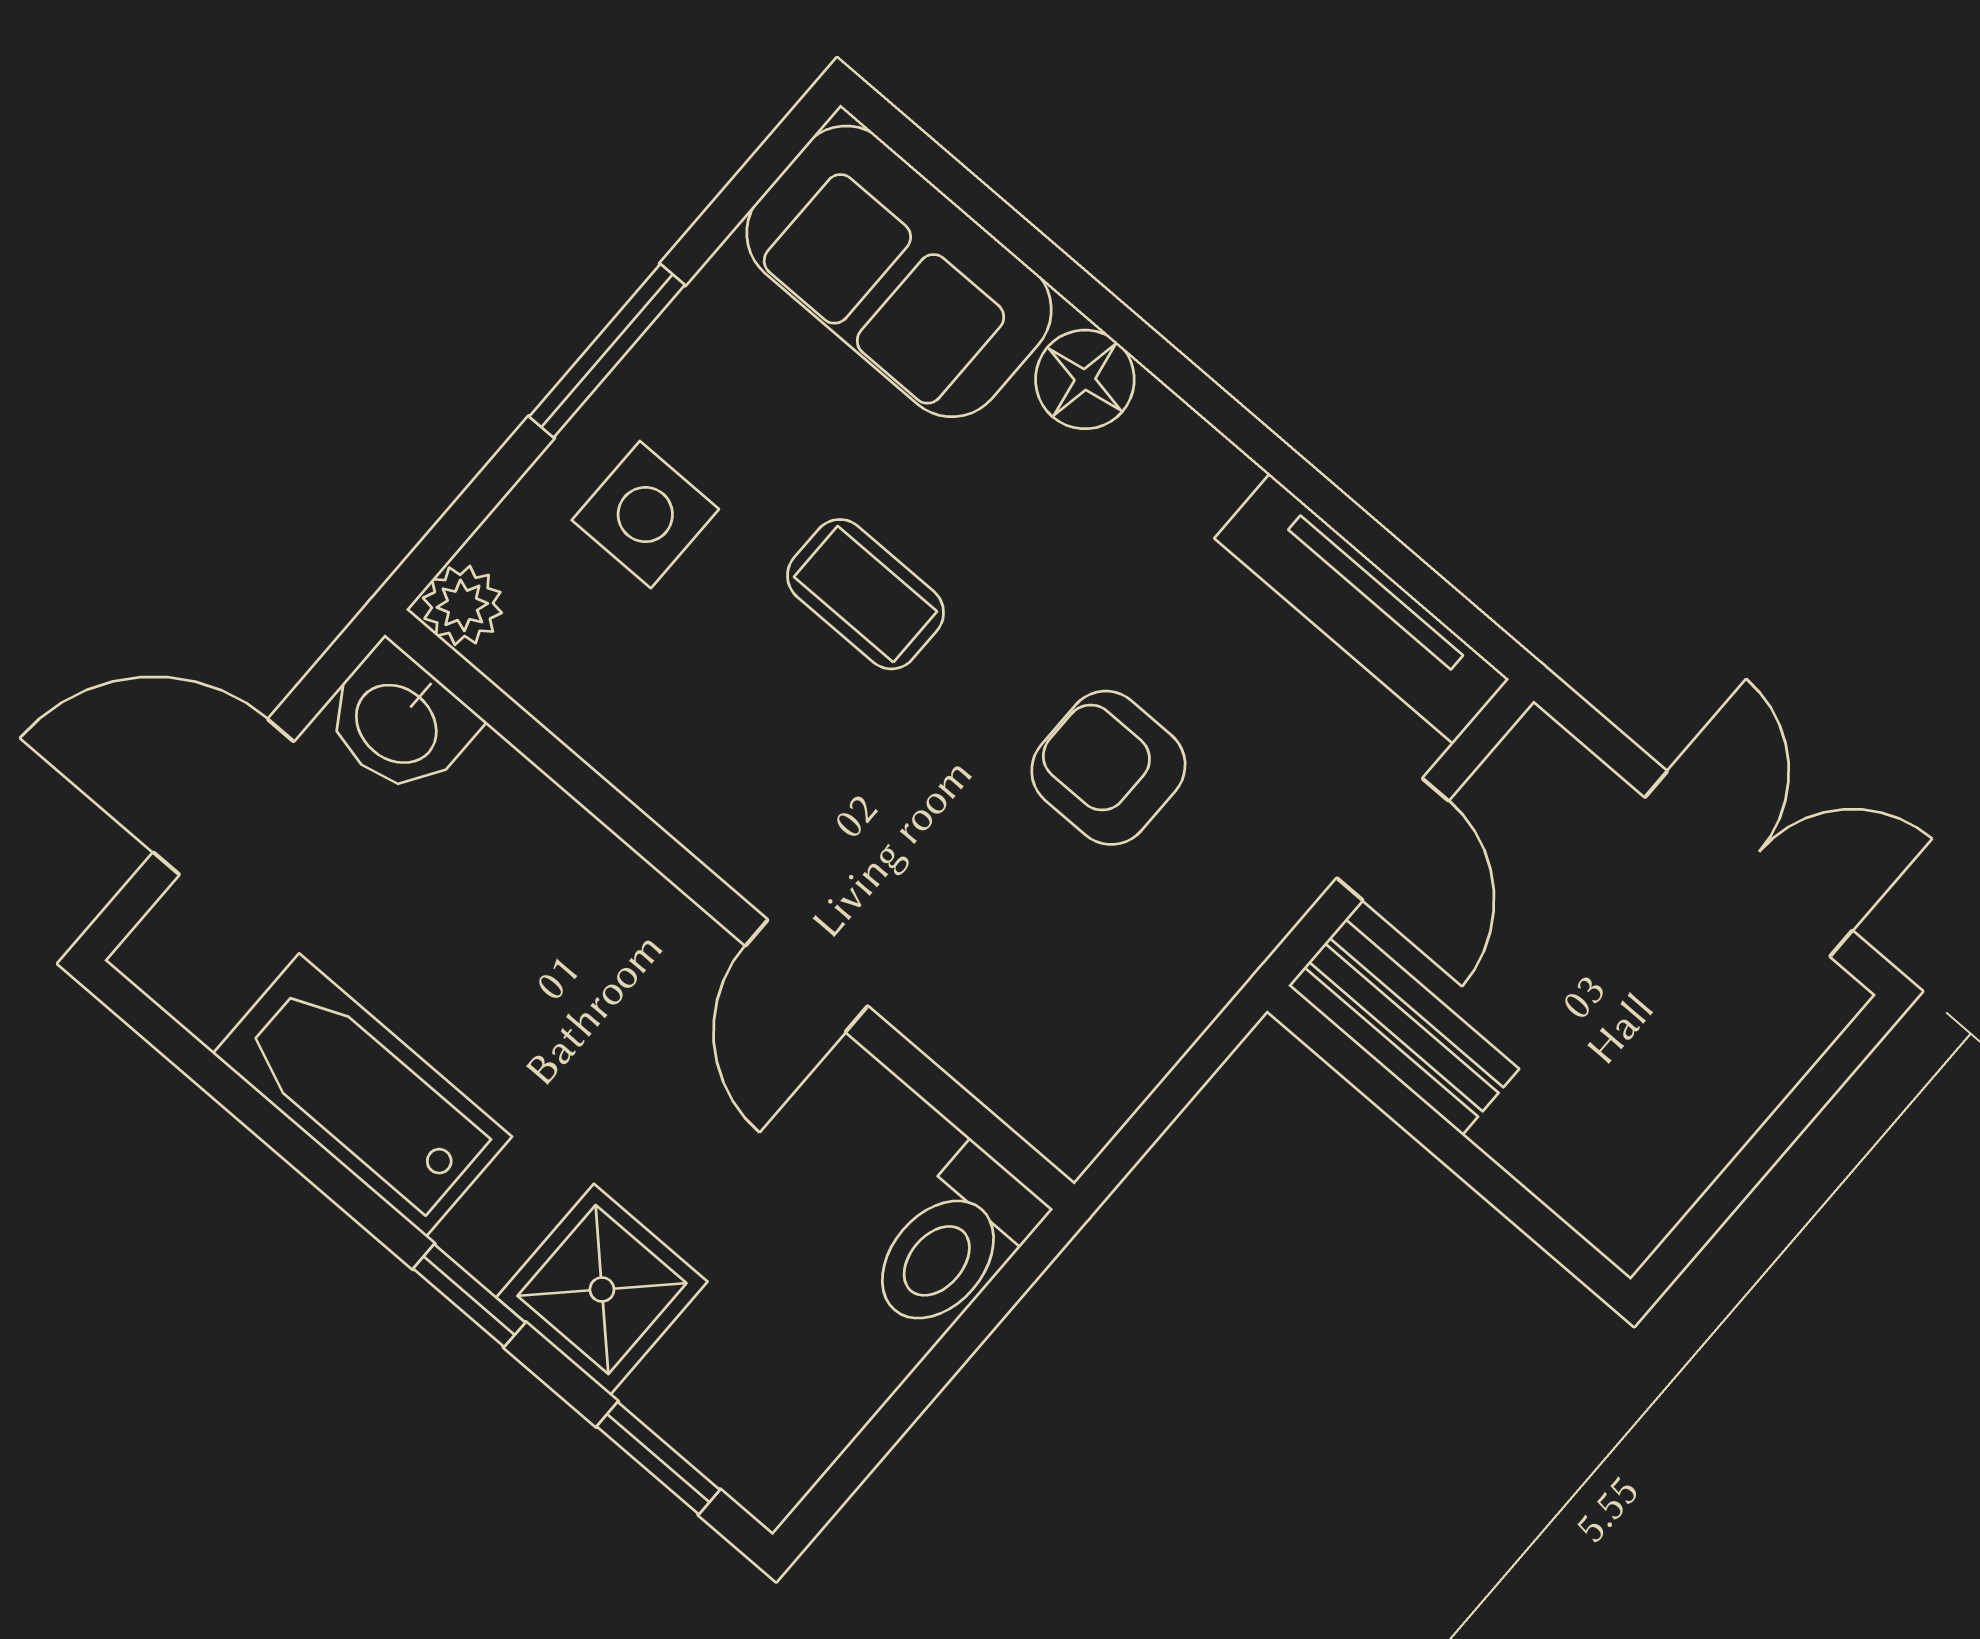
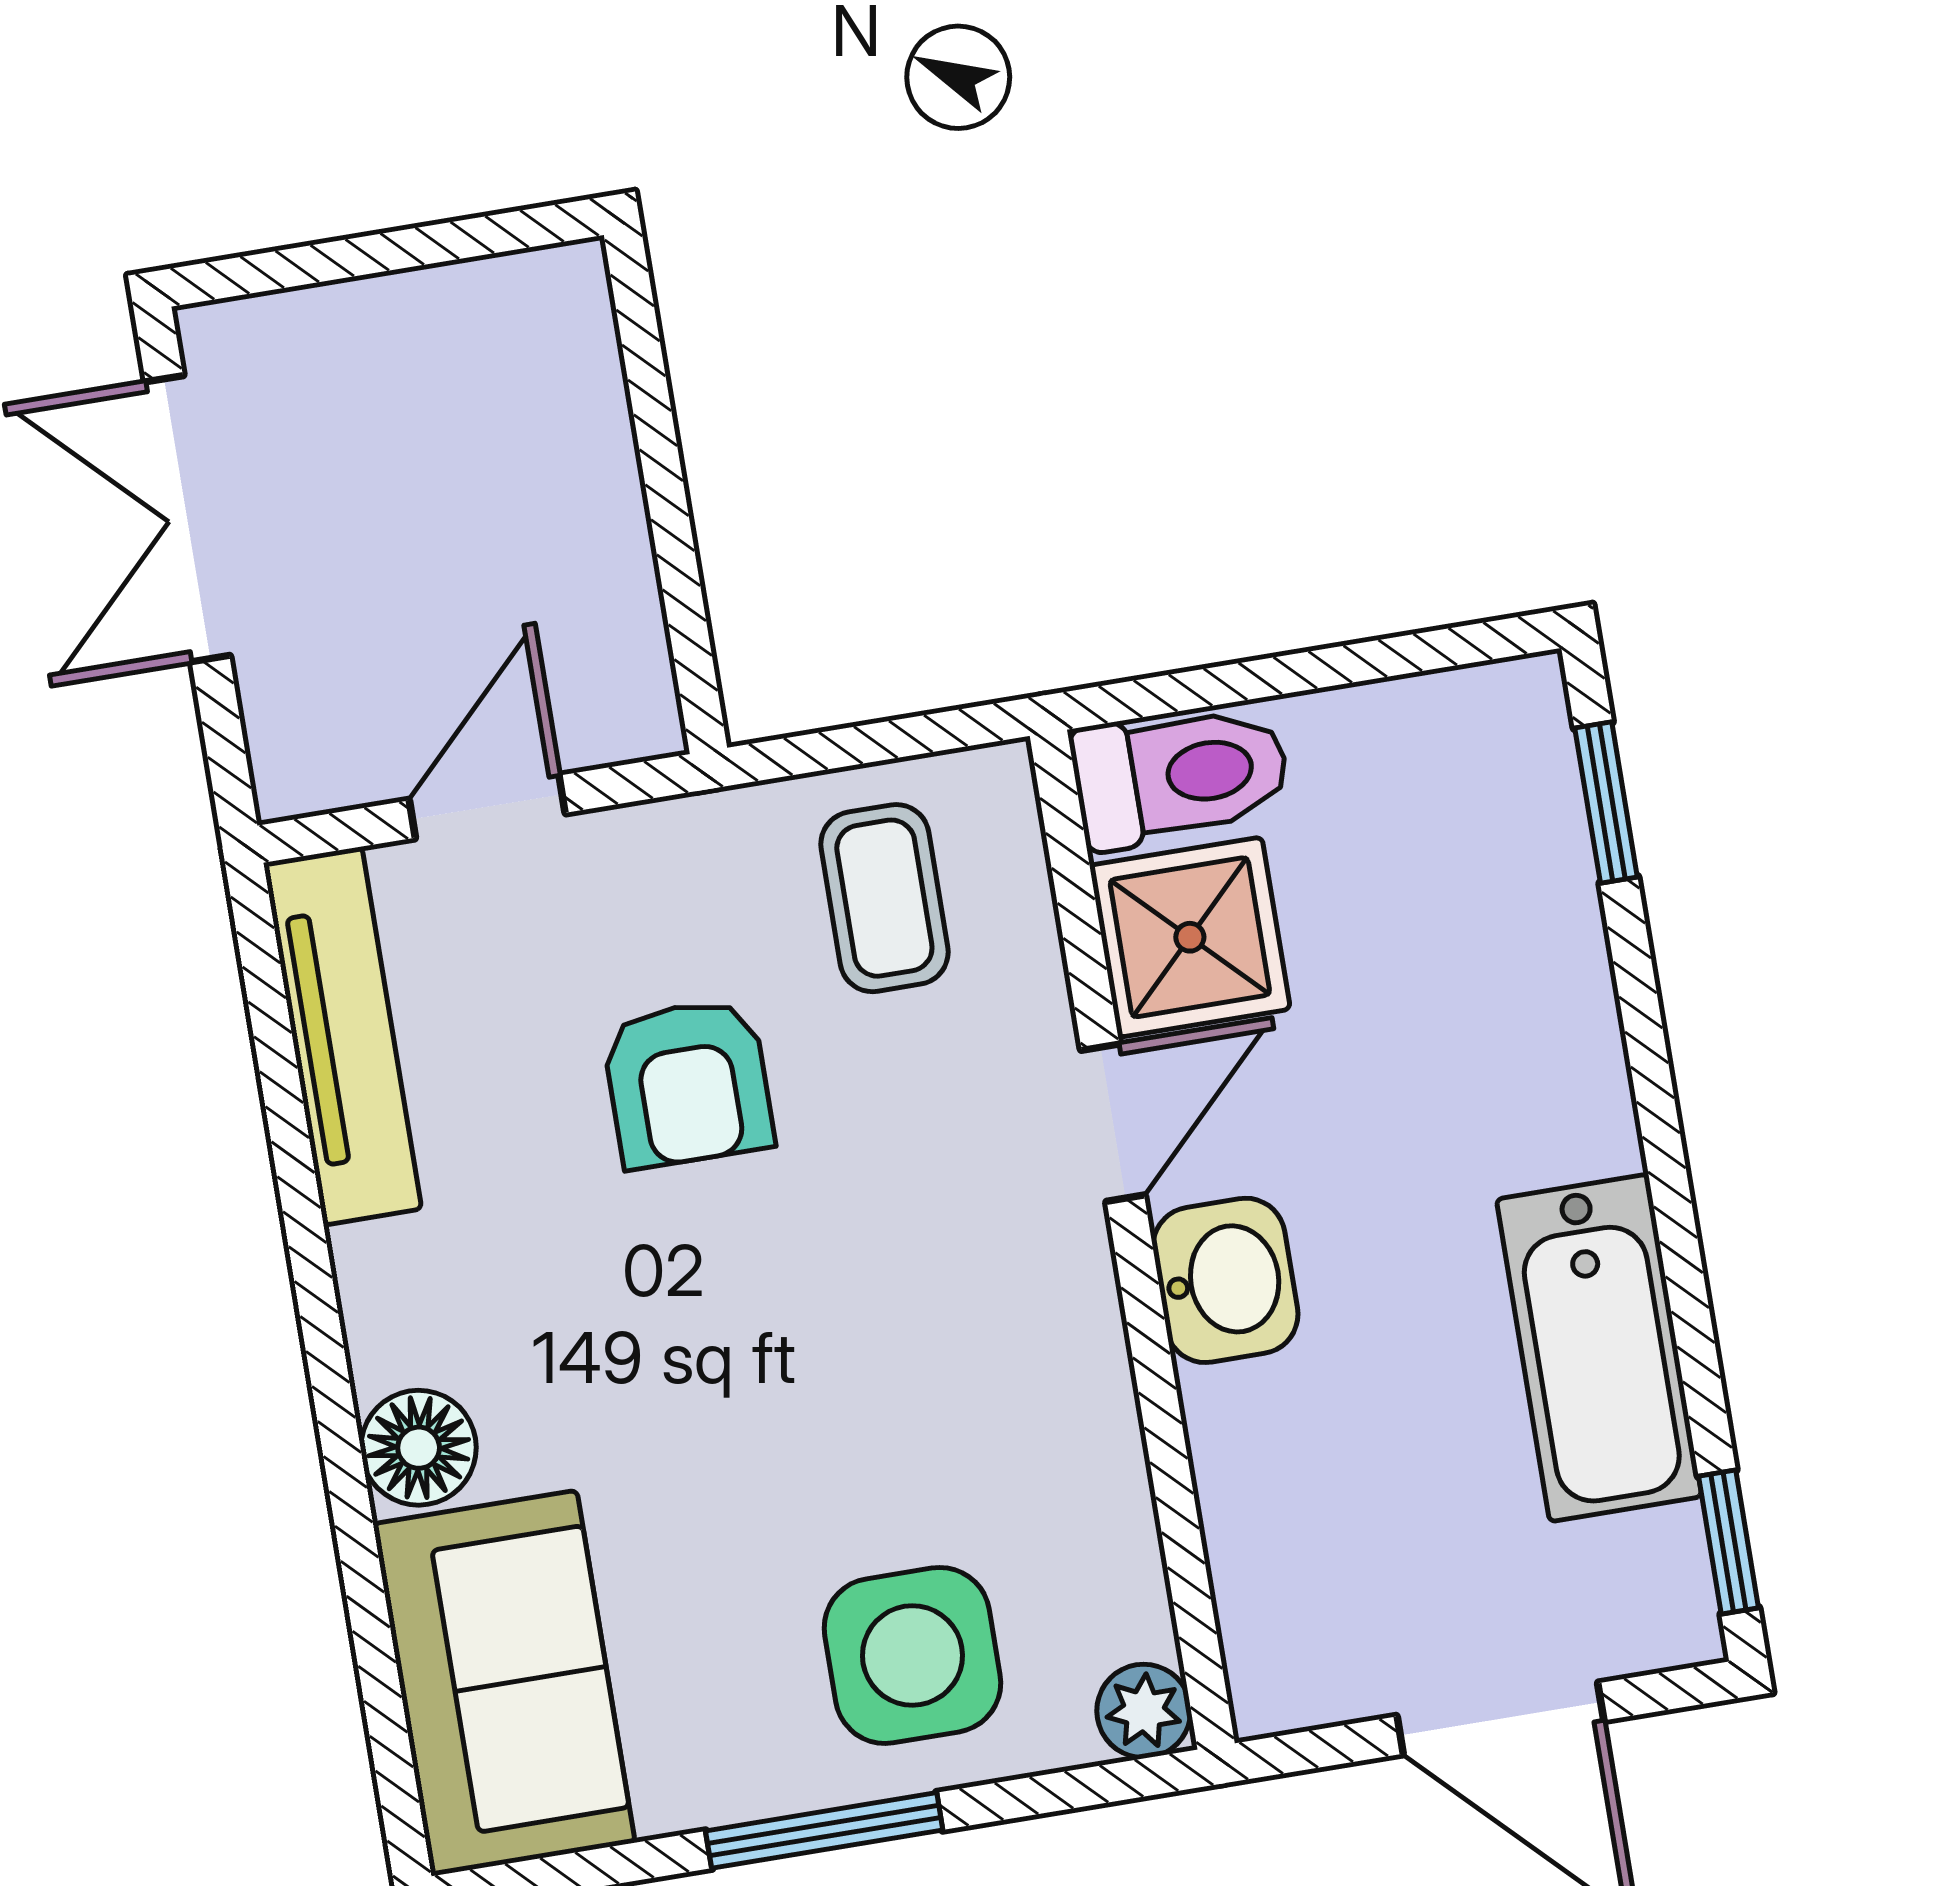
side table: (645, 515) -> (912, 1655), width x1.37, depth x1.37
coffee table: (866, 594) -> (884, 898), moved
washbasin: (399, 721) -> (1225, 1280), moved
bench: (1404, 1027) -> (618, 630), removed
shower: (602, 1290) -> (1190, 937), moved
window: (469, 1296) -> (1728, 1542), moved

